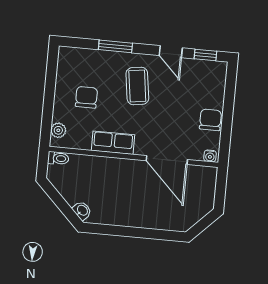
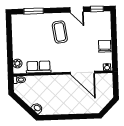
window: (115, 46) -> (34, 11), moved
chair: (86, 97) -> (31, 42), removed
row of seats: (113, 143) -> (39, 67), moved

